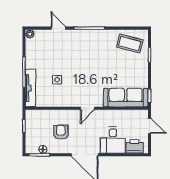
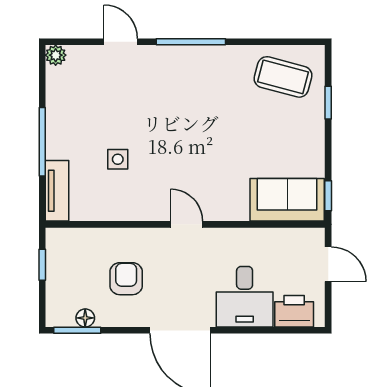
tv unit: (30, 88) -> (57, 191), width x0.71
sofa: (126, 98) -> (287, 200), width x0.73
door: (87, 108) -> (187, 224), swing flipped

